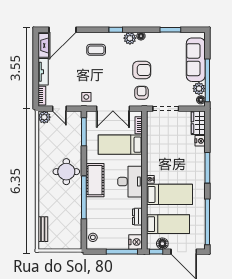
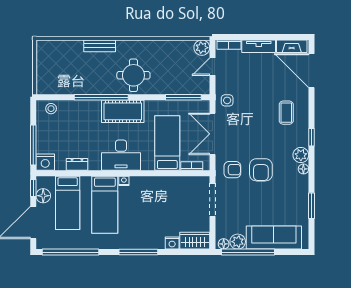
bench: (43, 229) -> (100, 46), moved

